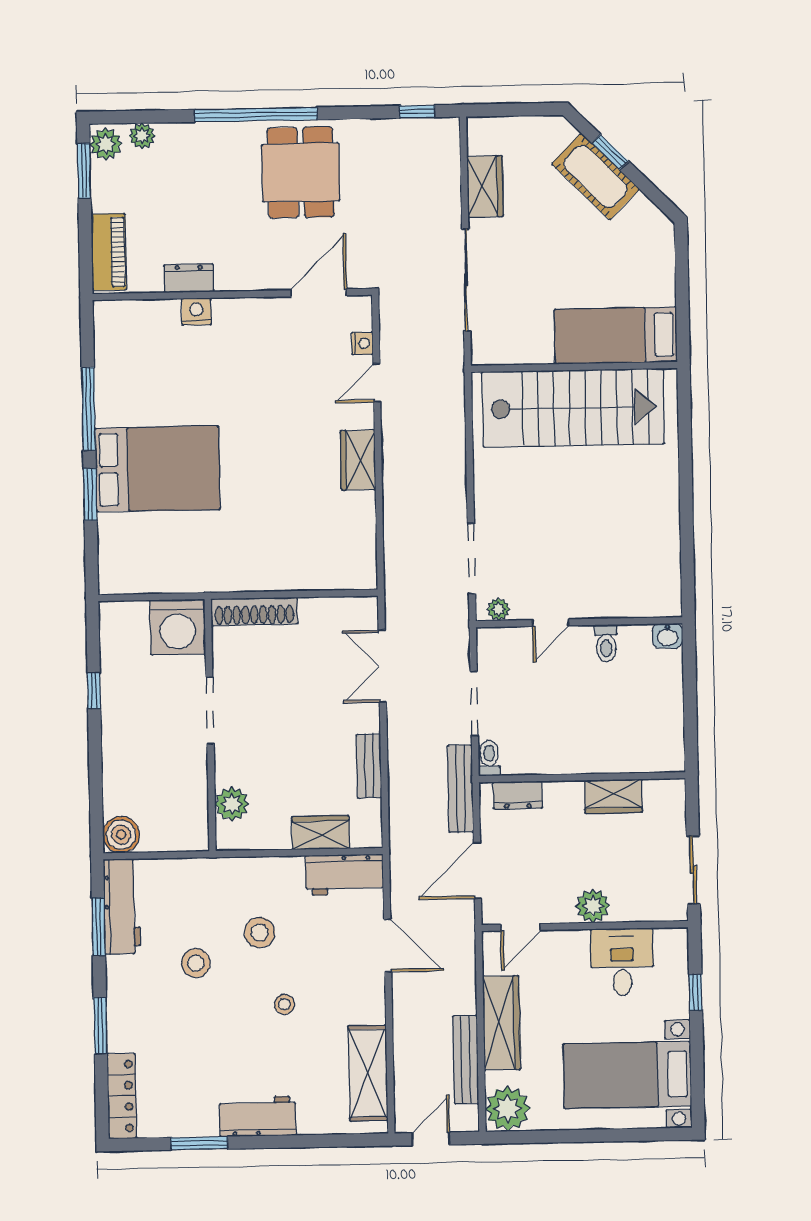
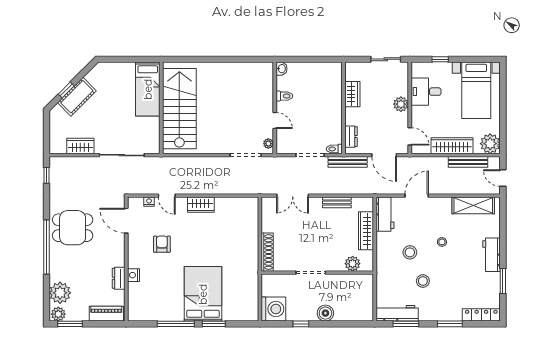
plant: (142, 136) -> (60, 293), width x1.88, depth x1.88
armchair: (267, 374) -> (162, 244), added
washing machine: (178, 627) -> (273, 309), moved
wardrobe: (321, 832) -> (366, 231), width x1.50
boiler: (121, 835) -> (325, 313), moved

